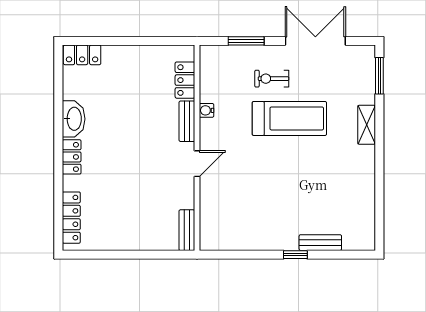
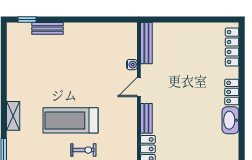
water cooler: (207, 110) -> (132, 65), moved
bench: (187, 230) -> (146, 43), width x1.36
window: (295, 255) -> (27, 20), moved

